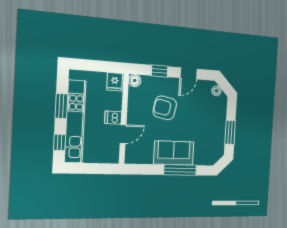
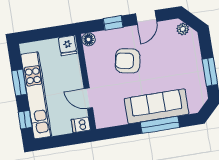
dishwasher: (113, 118) -> (81, 125), moved
door: (123, 134) -> (88, 98), swing flipped
sofa: (174, 153) -> (157, 106), width x1.36

